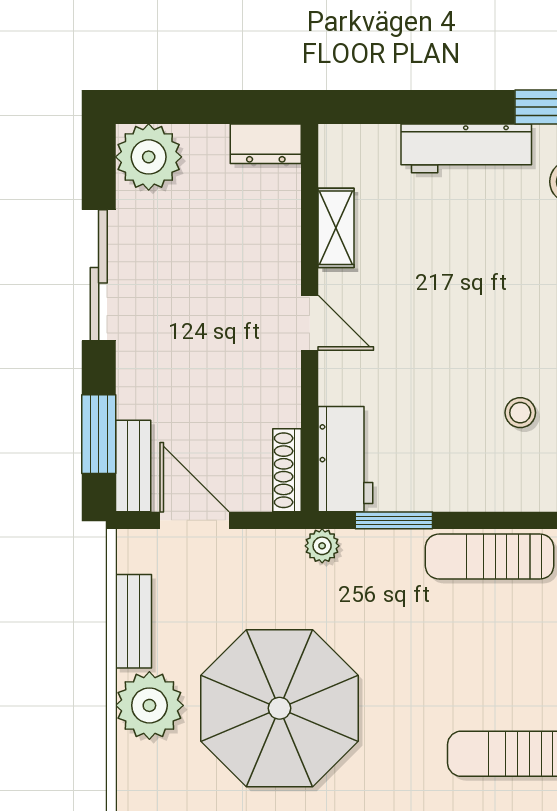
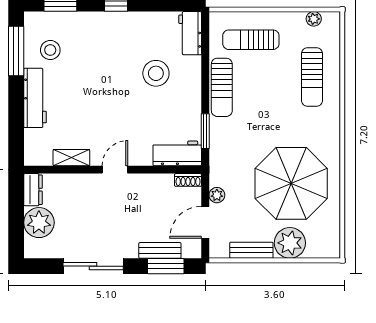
plant: (149, 157) -> (39, 223), moved
stool: (520, 413) -> (156, 73), width x1.89, depth x1.89
bench: (133, 466) -> (160, 250), moved
shoe rack: (287, 470) -> (188, 180), width x0.70
plant: (322, 546) -> (217, 195), moved

